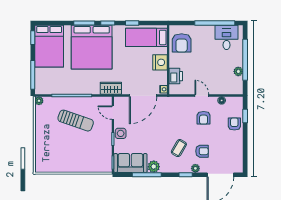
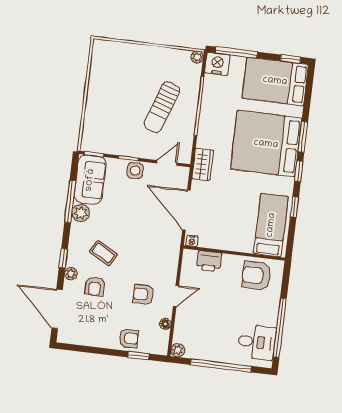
nightstand: (160, 62) -> (217, 64), moved, turned 180
plant: (238, 71) -> (178, 350), moved

